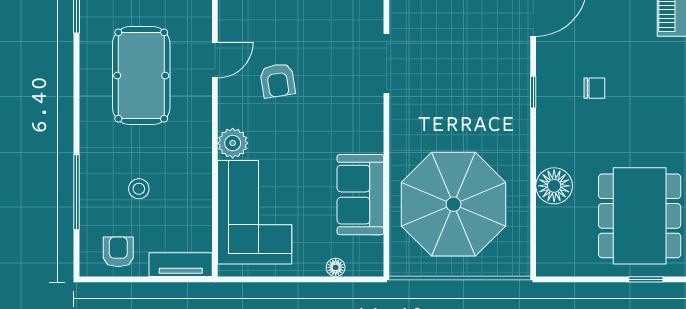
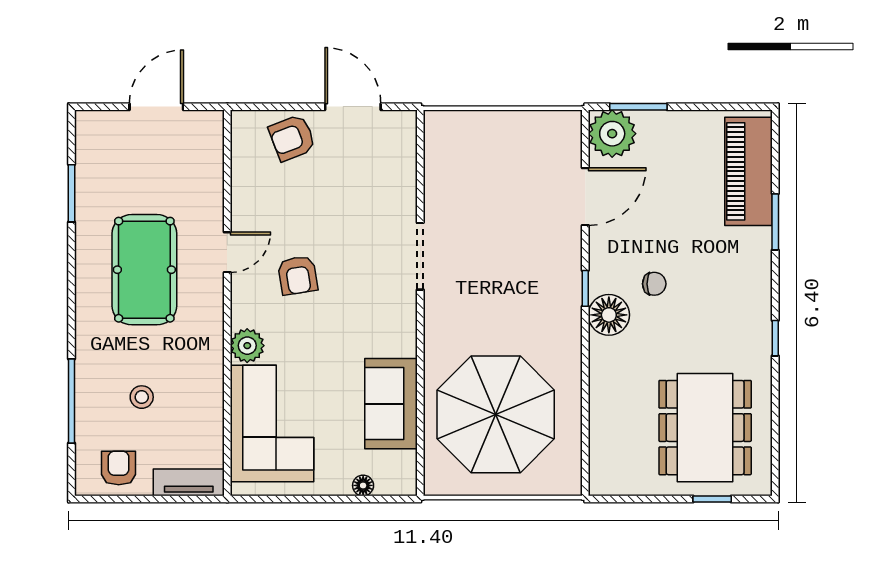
floor lamp: (554, 186) -> (609, 315), moved

